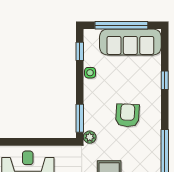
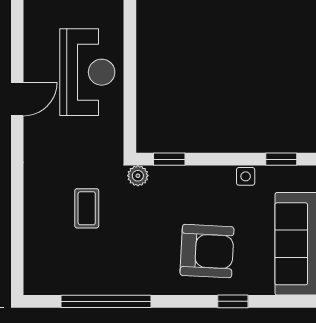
armchair: (127, 115) -> (207, 251), moved, width x1.36, depth x1.36
window: (80, 118) -> (169, 159), width x0.67

